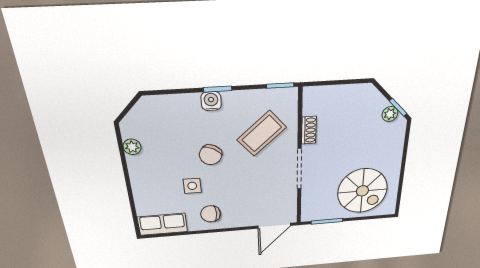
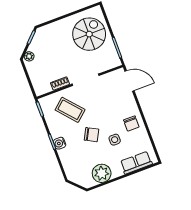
plant: (390, 114) -> (29, 56), moved
plant: (132, 147) -> (102, 173), width x1.87, depth x1.87
row of seats: (163, 224) -> (136, 163), moved, turned 90

